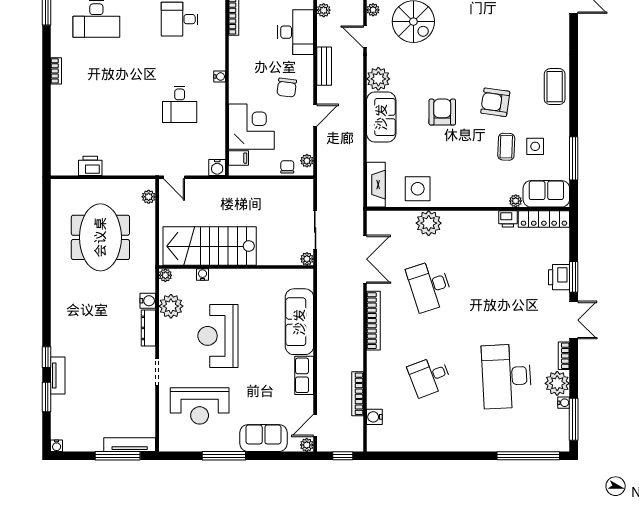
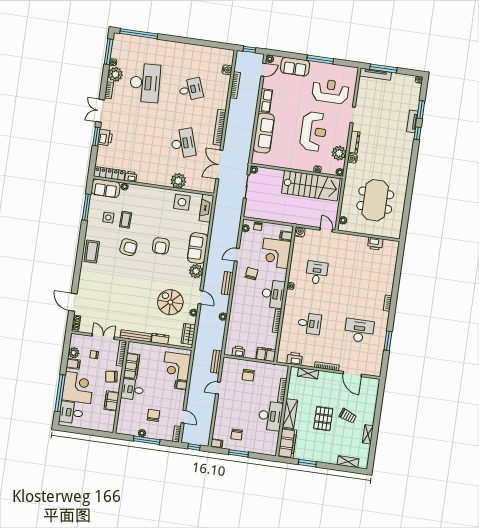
desk: (296, 32) -> (273, 294), moved, turned 180

